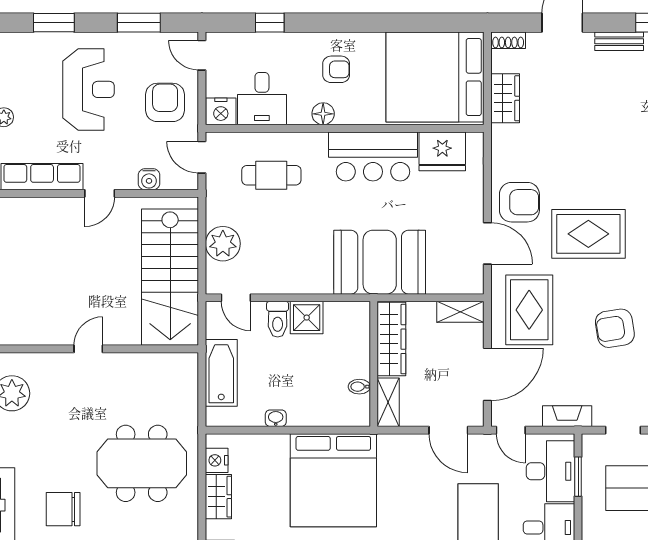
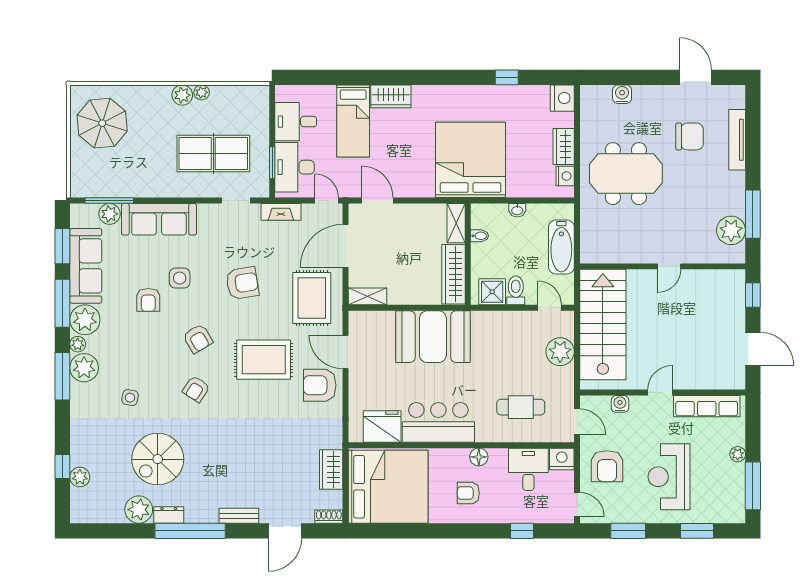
wardrobe: (391, 339) -> (453, 274), moved
wall: (374, 364) -> (468, 254), moved
bidet: (359, 387) -> (480, 236), moved
shelving: (388, 402) -> (456, 223), moved

